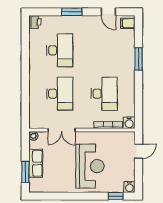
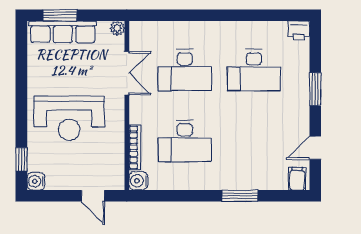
double door: (62, 130) -> (127, 73), swing flipped
row of seats: (36, 163) -> (63, 32), width x1.48

